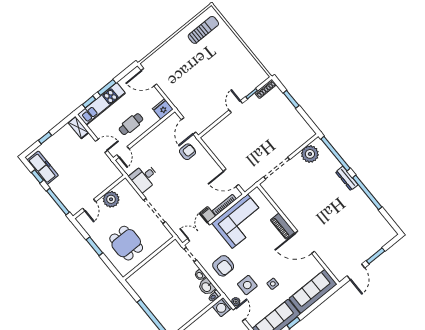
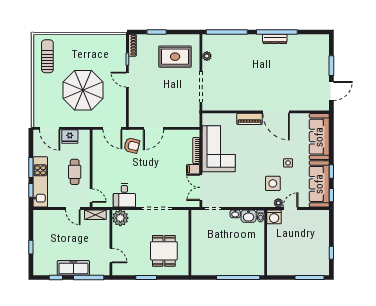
door: (149, 77) -> (50, 128), hinge flipped
parasol: (199, 79) -> (83, 90), added
fridge: (163, 109) -> (70, 137), moved, turned -90
shelving: (78, 127) -> (95, 215), moved
rug: (284, 129) -> (175, 57), added
door: (101, 146) -> (73, 209), swing flipped
armchair: (188, 152) -> (132, 145), turned 104
plant: (310, 154) -> (207, 56), width x0.53, depth x0.53
freezer: (43, 168) -> (73, 268), moved
door: (231, 178) -> (154, 128), moved
dresser: (347, 178) -> (275, 39), moved
plant: (111, 199) -> (120, 218), moved
door: (305, 242) -> (276, 112), hinge flipped
dining table: (126, 243) -> (164, 251), turned 90
armchair: (223, 266) -> (243, 190), removed
door: (356, 272) -> (331, 91), hinge flipped
door: (239, 315) -> (290, 209), hinge flipped

